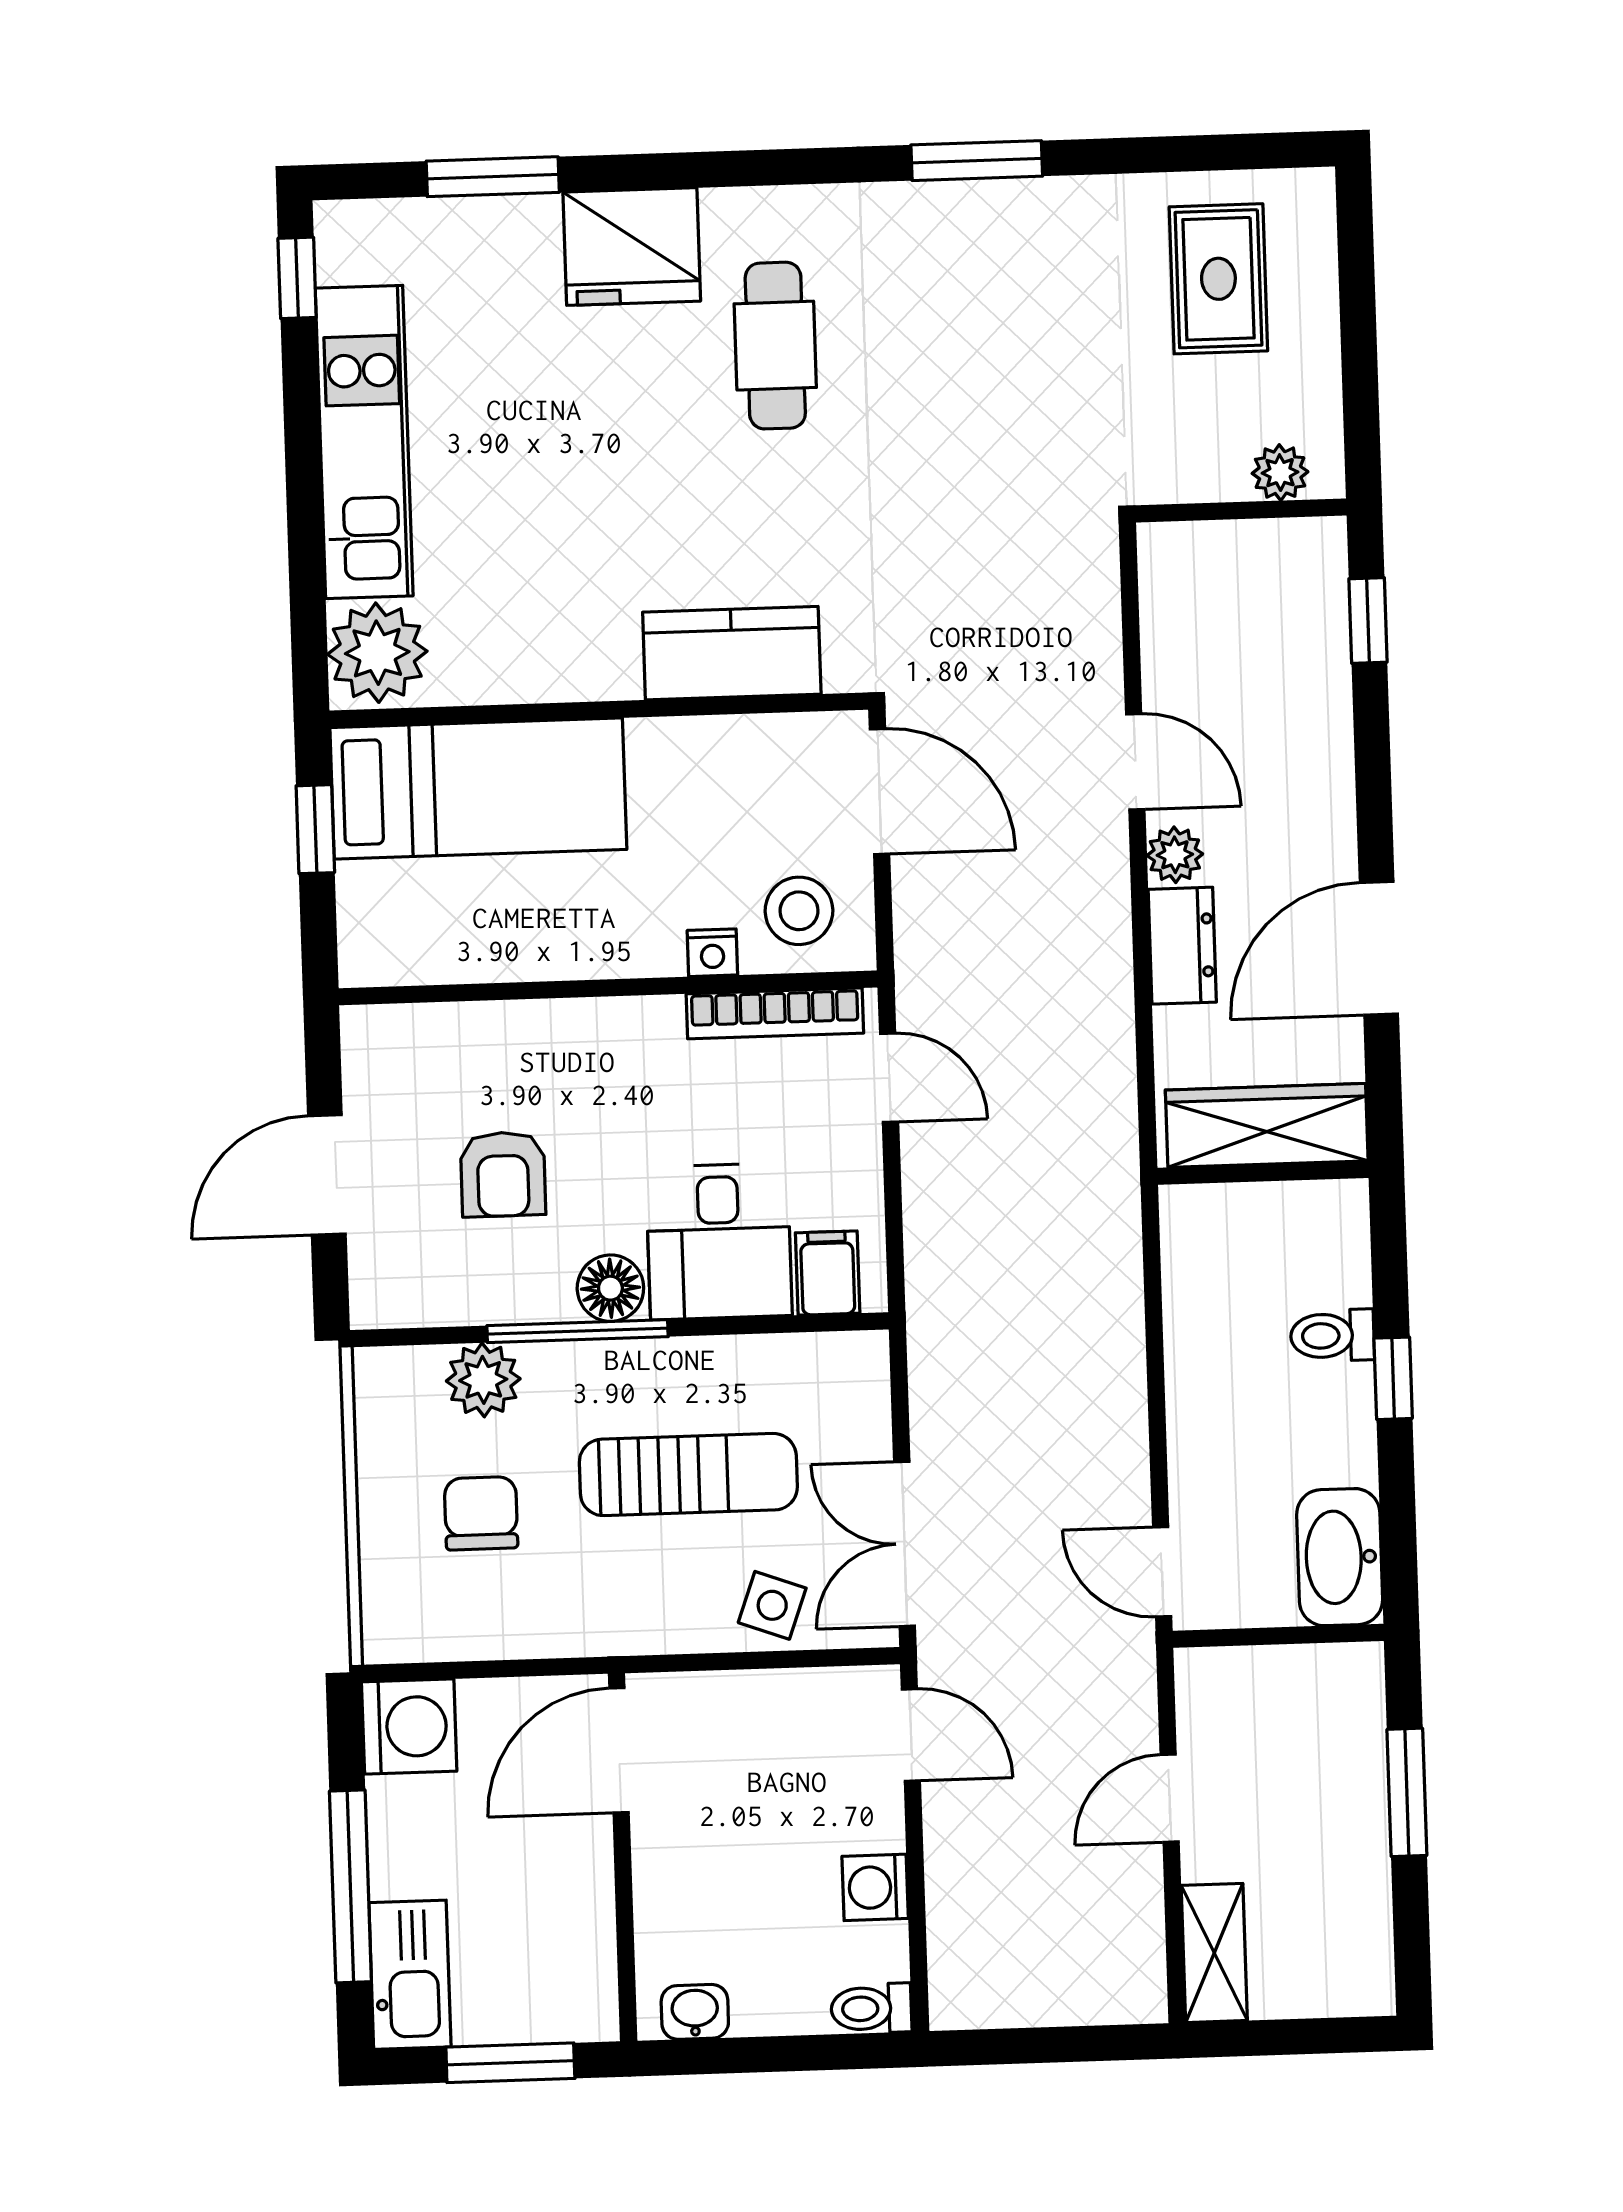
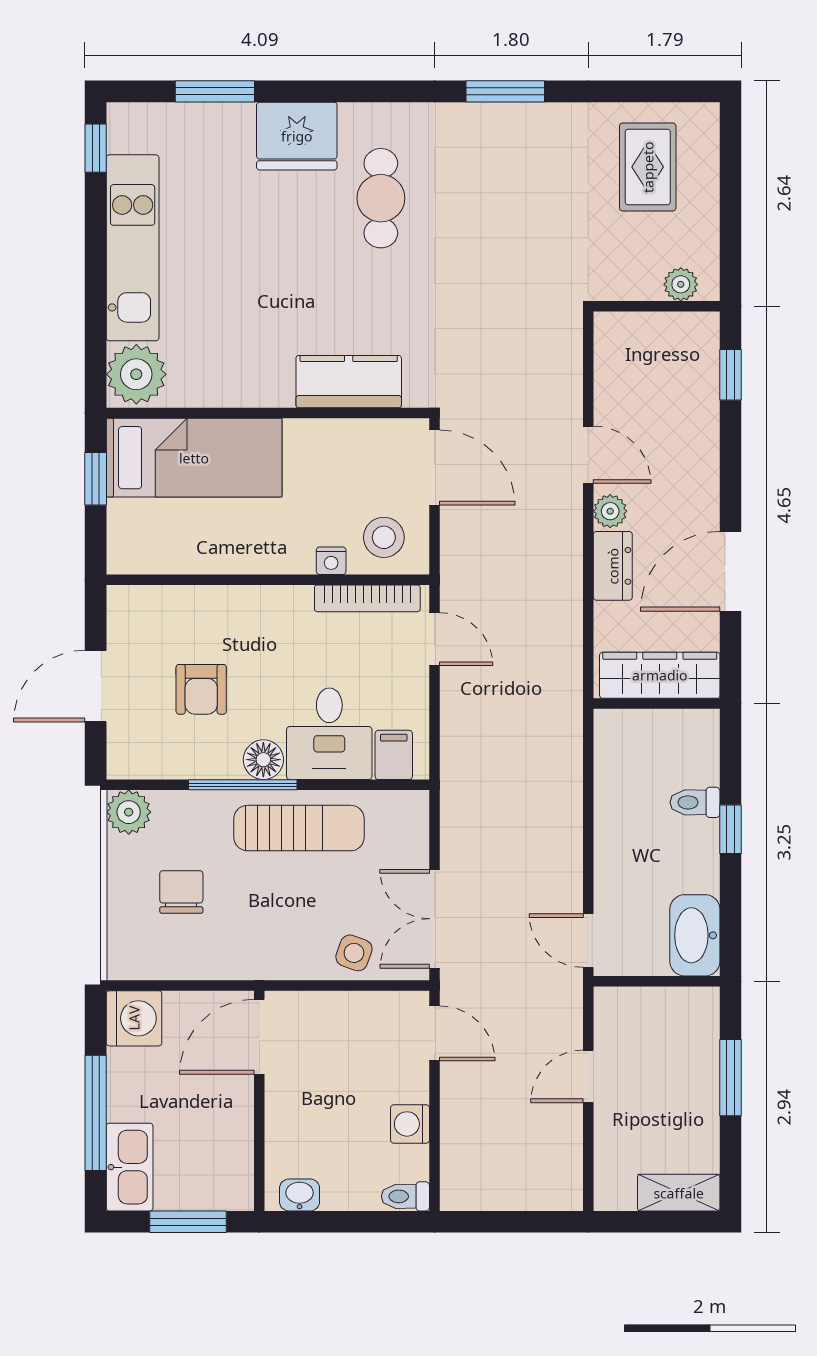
plant: (483, 1380) -> (129, 812), moved
sun lounger: (688, 1475) -> (299, 828), moved
shelving: (1214, 1953) -> (679, 1193), moved, turned 90

